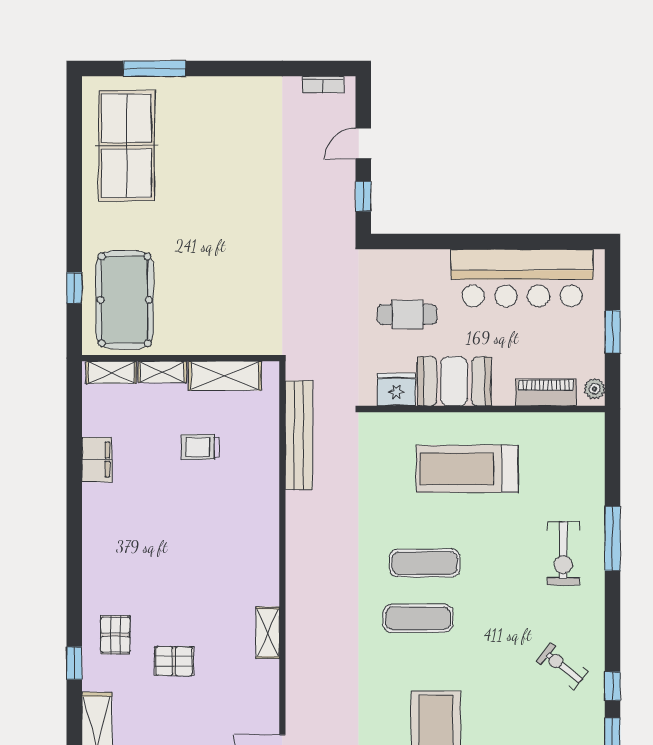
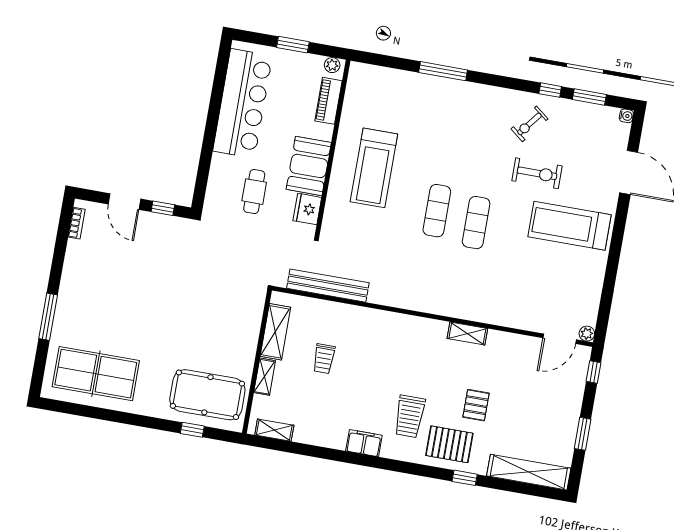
window: (155, 69) -> (48, 317), moved
door: (363, 143) -> (124, 202), width x1.38
shelving: (111, 372) -> (274, 430), moved, turned 90
filing cabinet: (97, 460) -> (364, 443), moved
exercise bike: (563, 553) -> (537, 173), moved
trolley: (143, 575) -> (410, 416), added
pallet: (115, 635) -> (449, 444), width x1.50, depth x1.42

